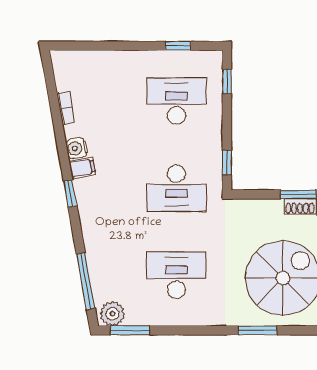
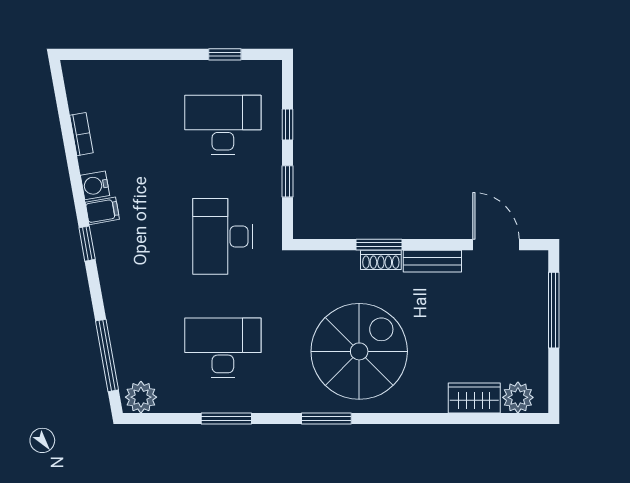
window: (227, 81) -> (288, 124), moved
window: (227, 163) -> (288, 181), moved
desk: (176, 188) -> (223, 236), turned 90
window: (130, 330) -> (226, 418), moved

